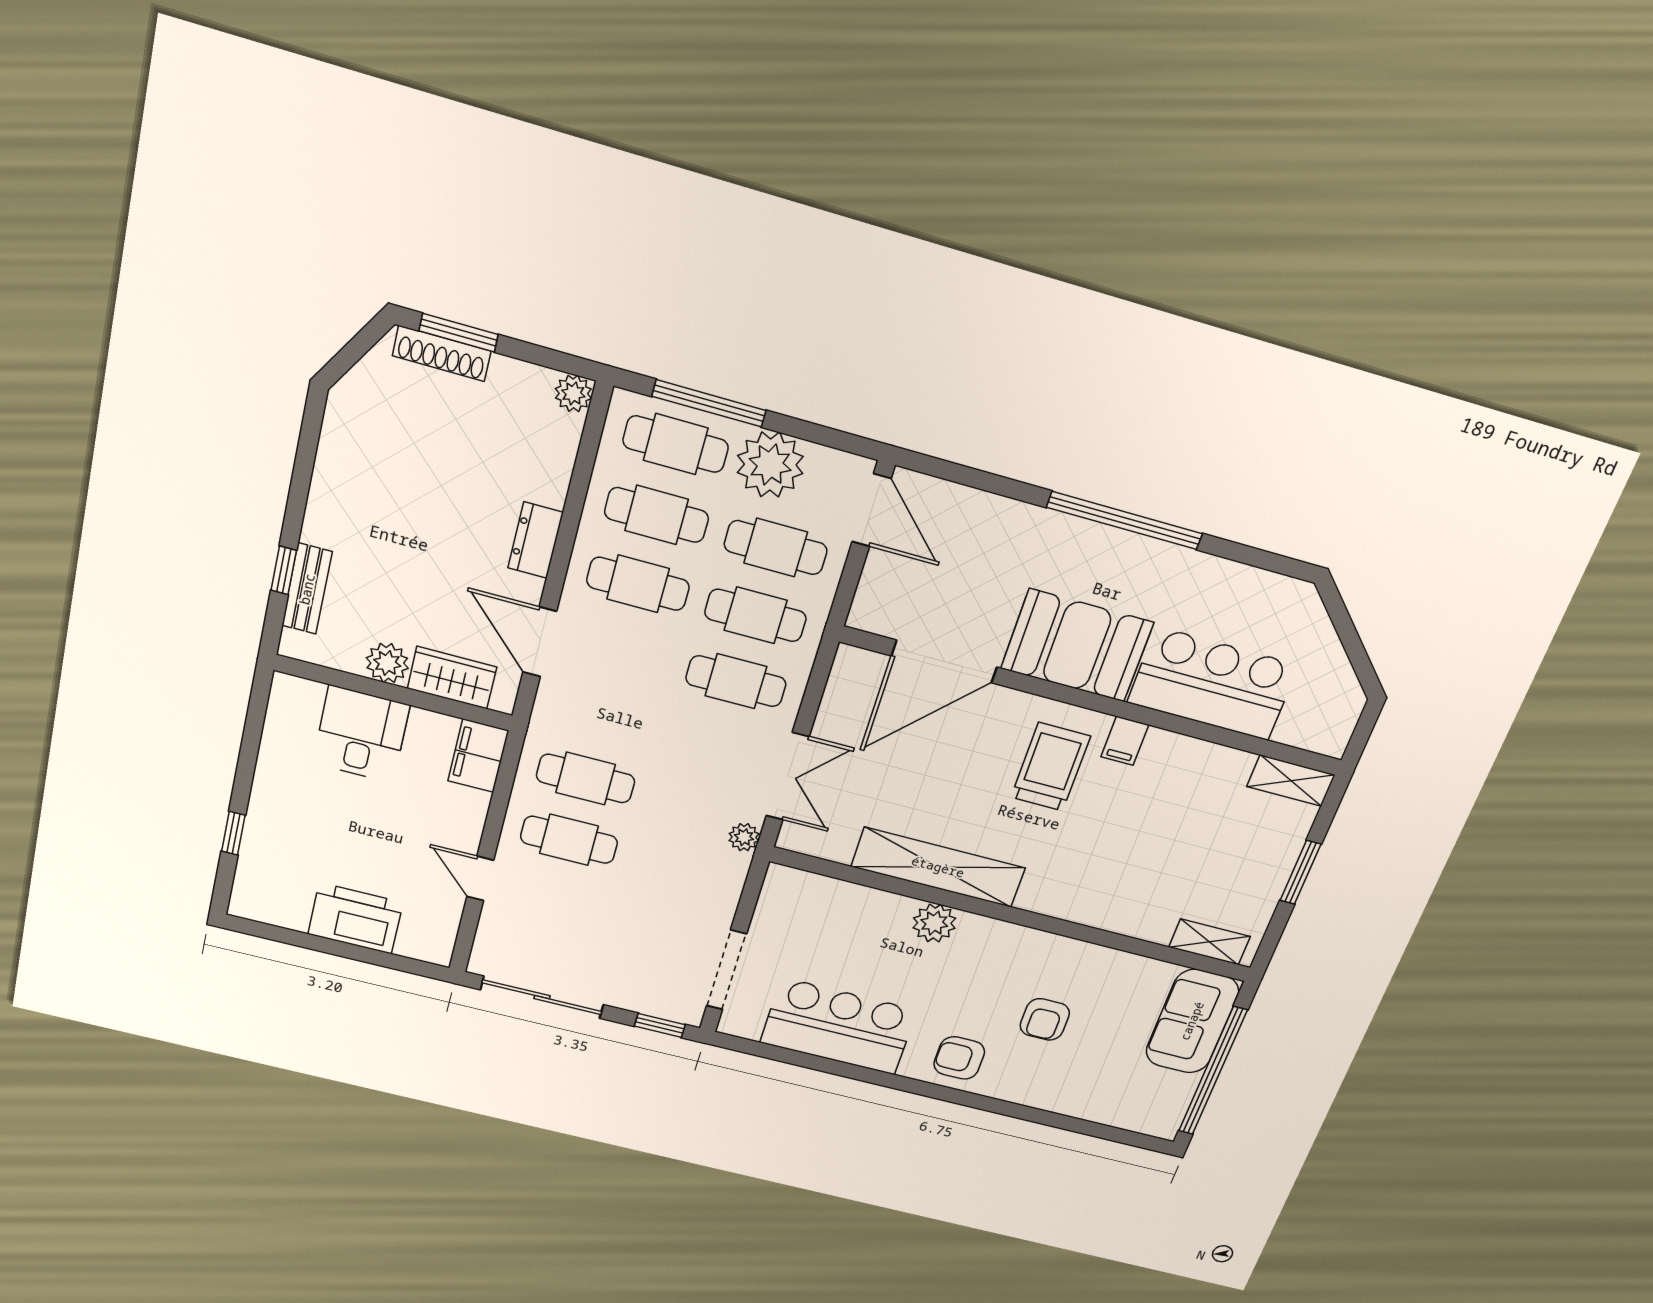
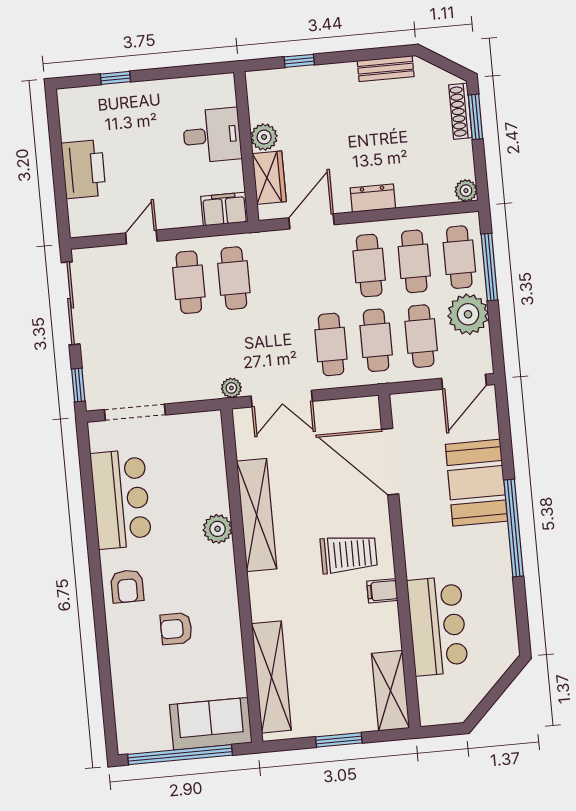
bench: (307, 589) -> (386, 69), moved
booth: (1077, 645) -> (477, 483), moved
shelving: (1291, 781) -> (391, 691), width x1.50, depth x1.33
shelving: (1210, 942) -> (271, 677), width x2.20, depth x1.33
armchair: (959, 1058) -> (127, 586), turned 180

